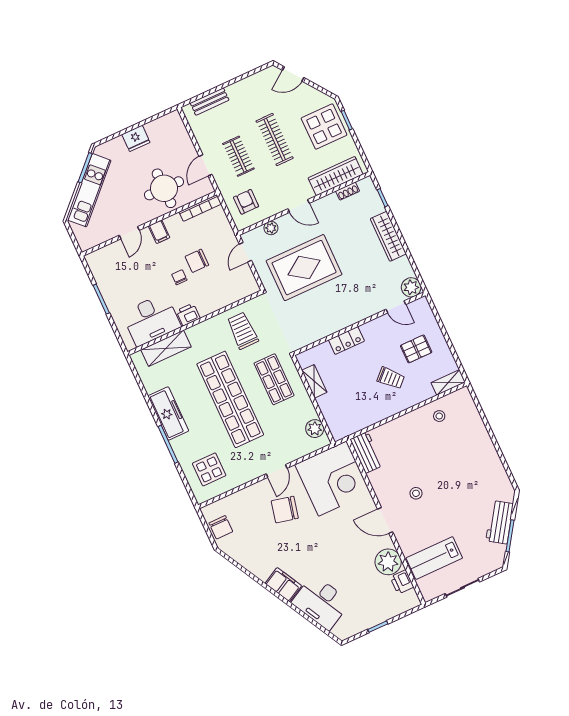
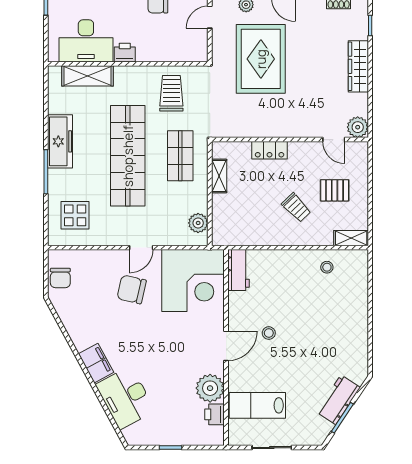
rug: (304, 268) -> (261, 59), turned 90
chair: (179, 277) -> (133, 12), removed
door: (385, 520) -> (226, 346), swing flipped

